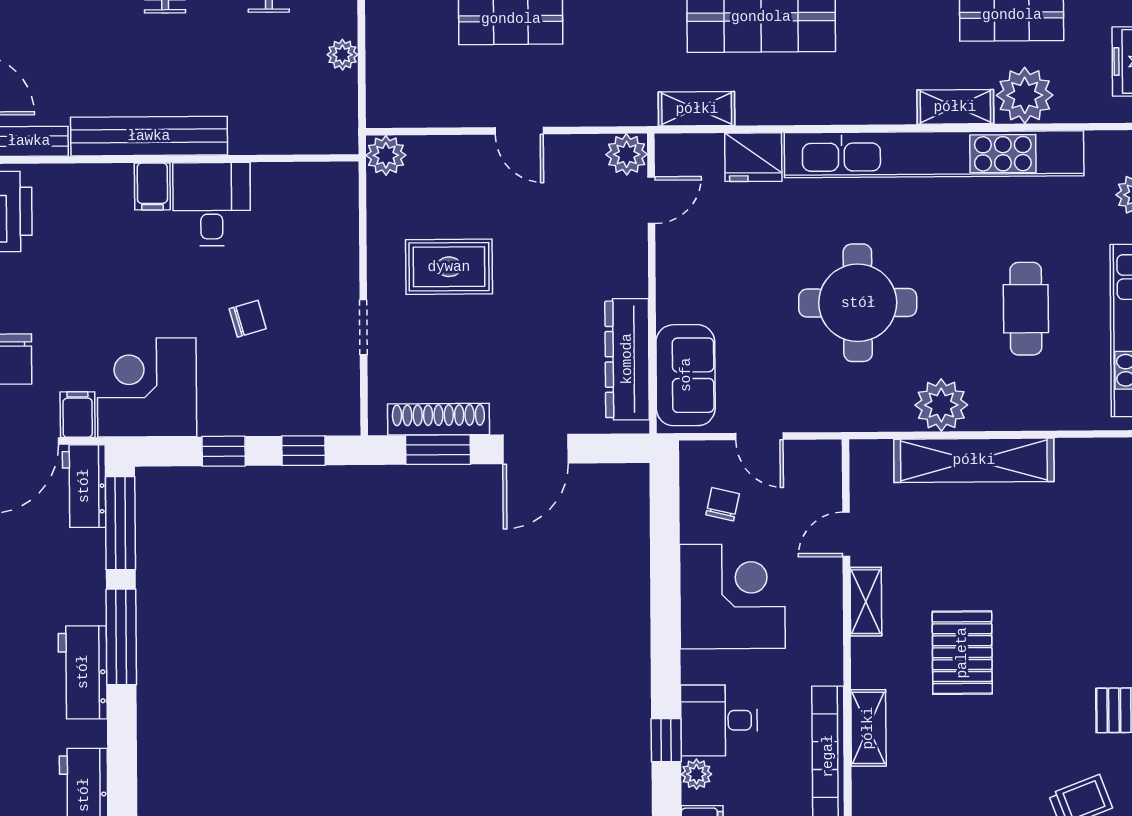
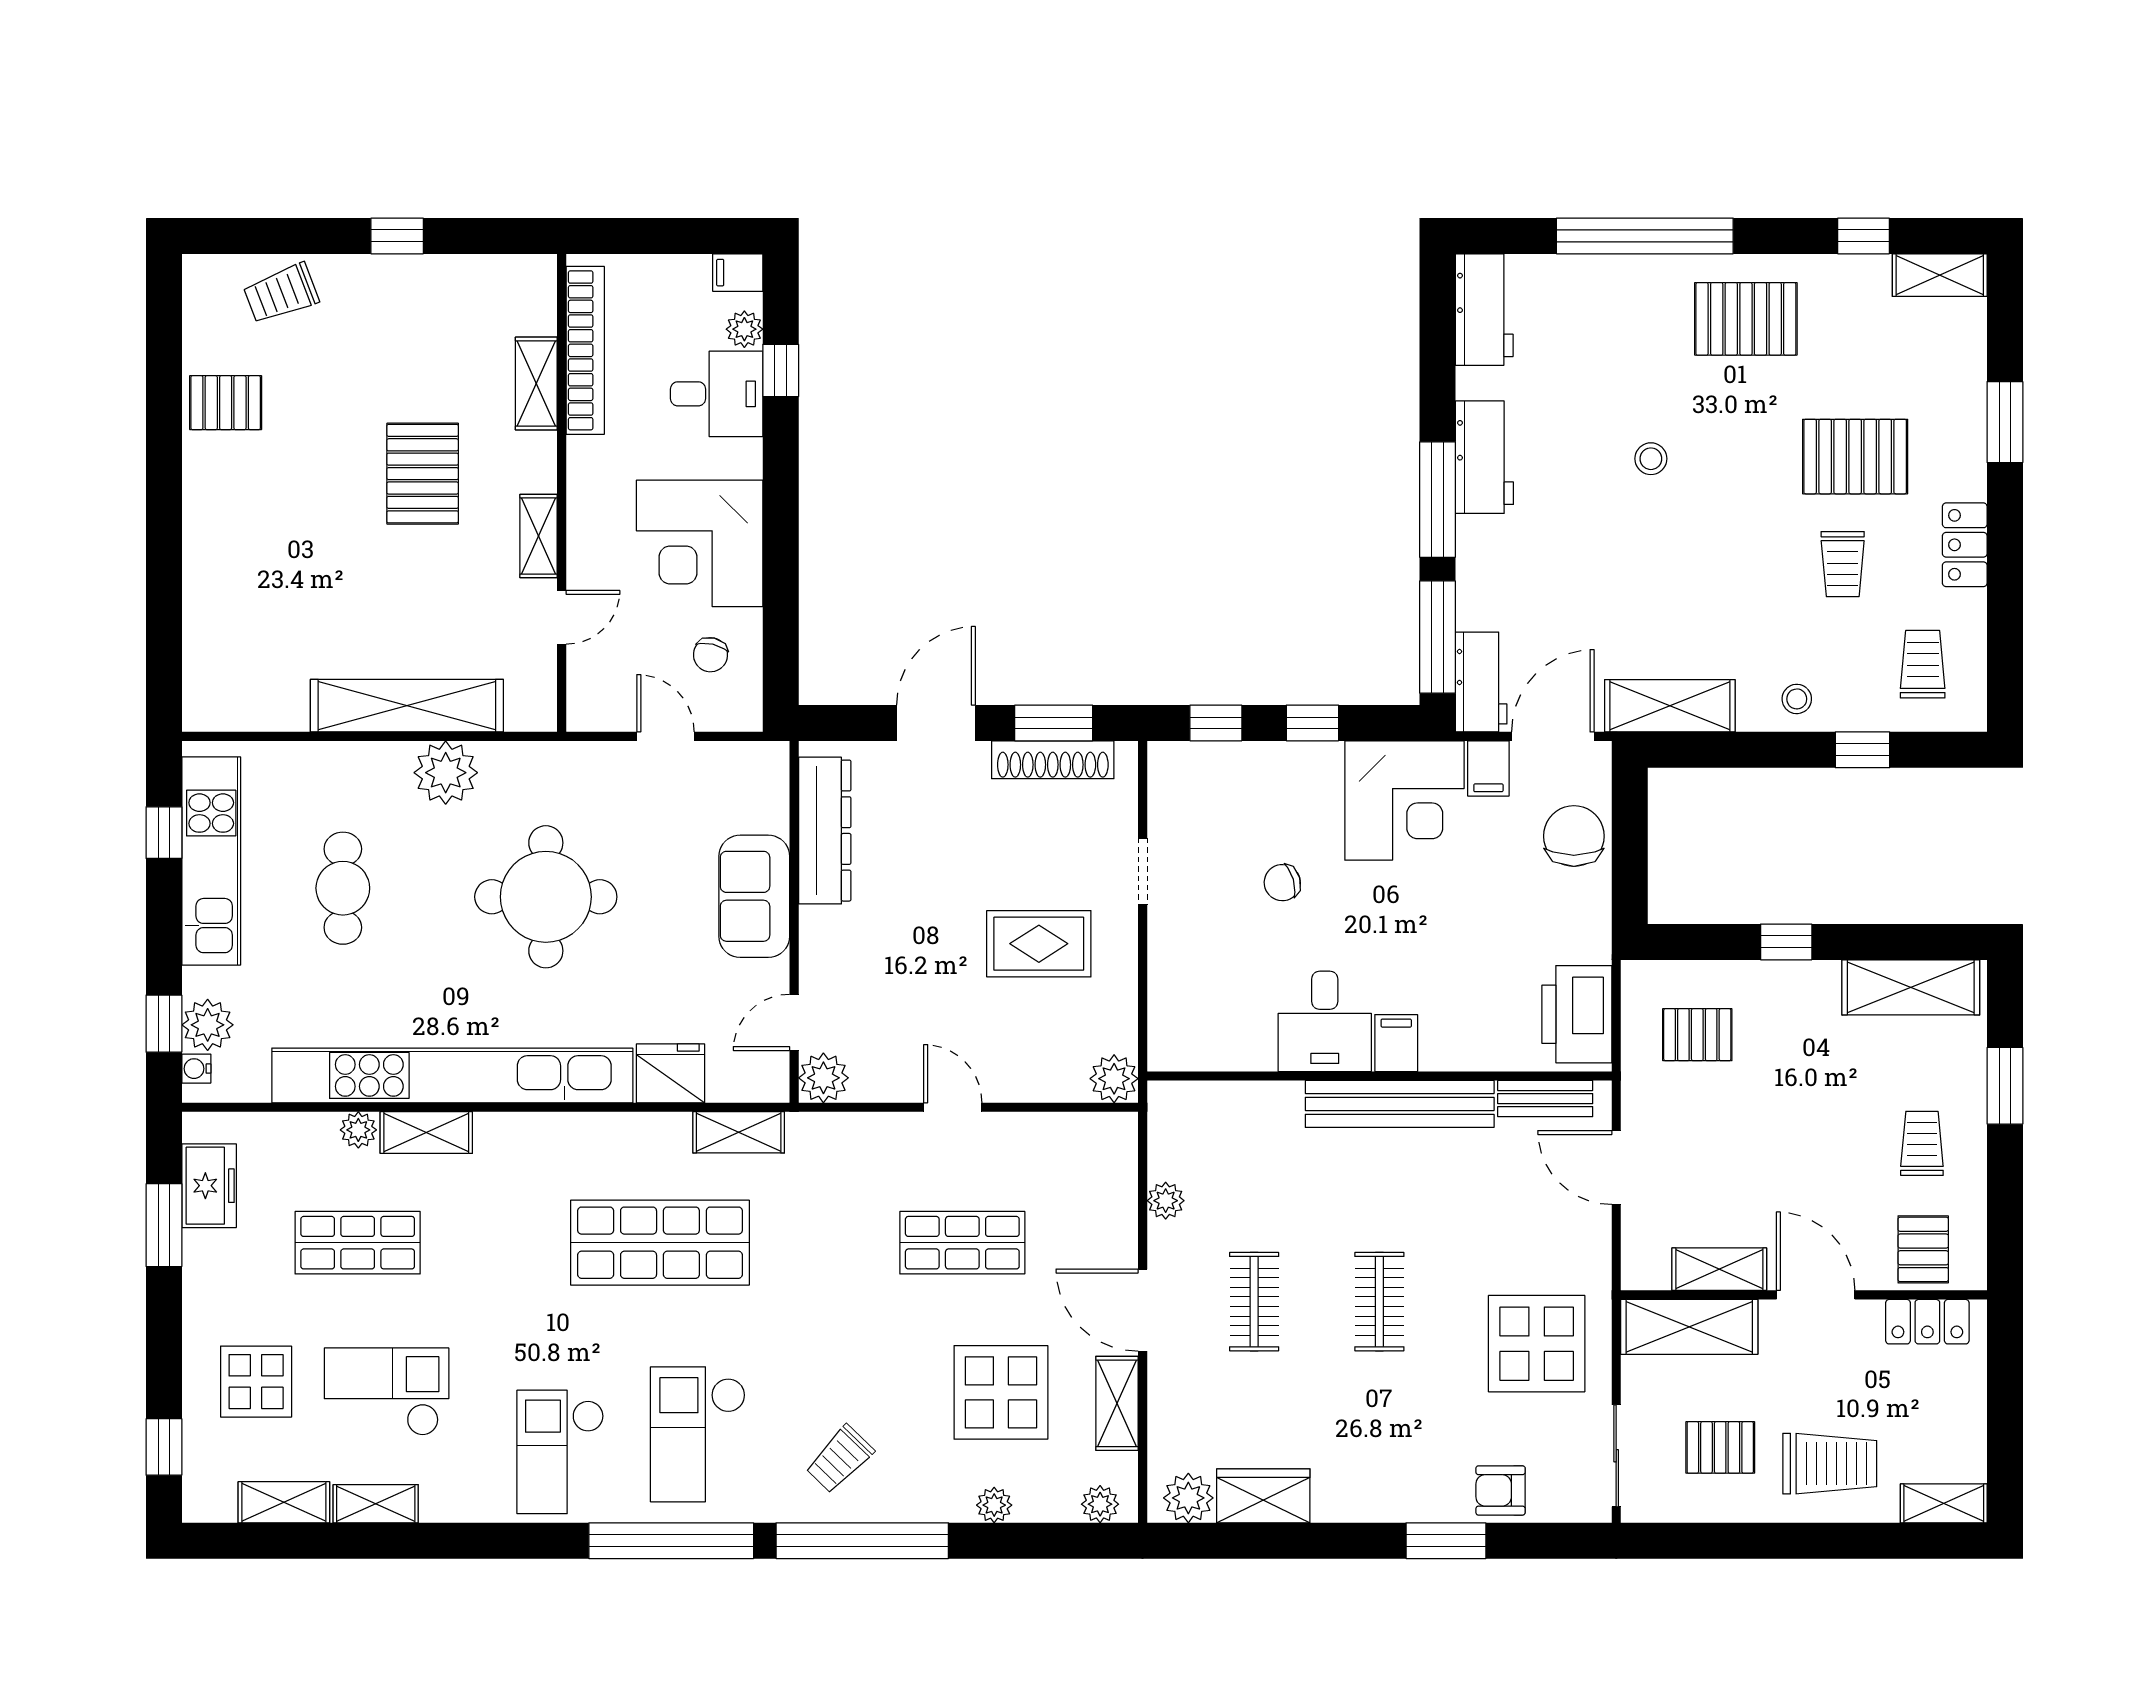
plant: (1025, 95) -> (358, 1130), width x0.53, depth x0.53
sofa: (686, 375) -> (754, 896), moved

